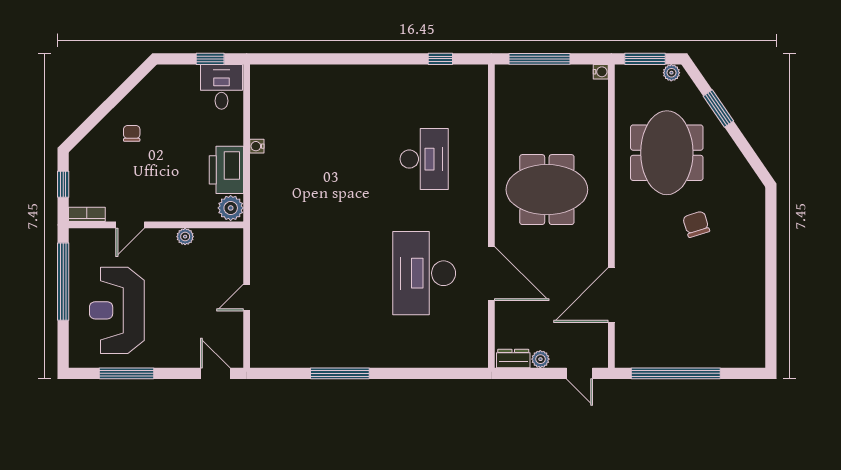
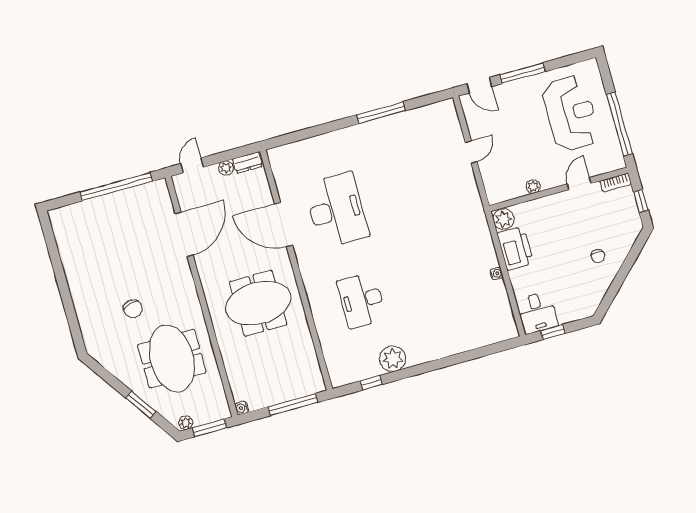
plant: (407, 80) -> (393, 359), added
window: (126, 373) -> (523, 73), moved
door: (579, 373) -> (192, 165), hinge flipped

